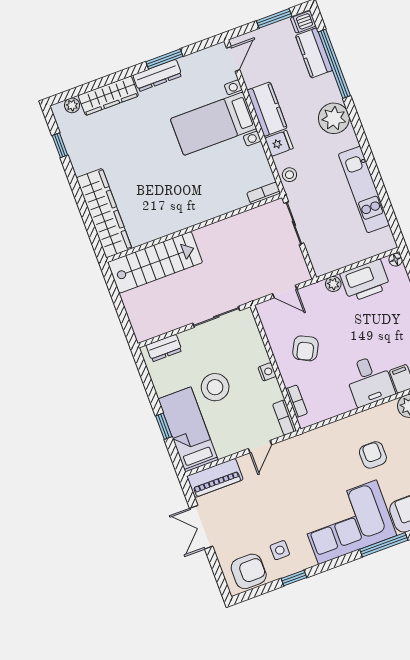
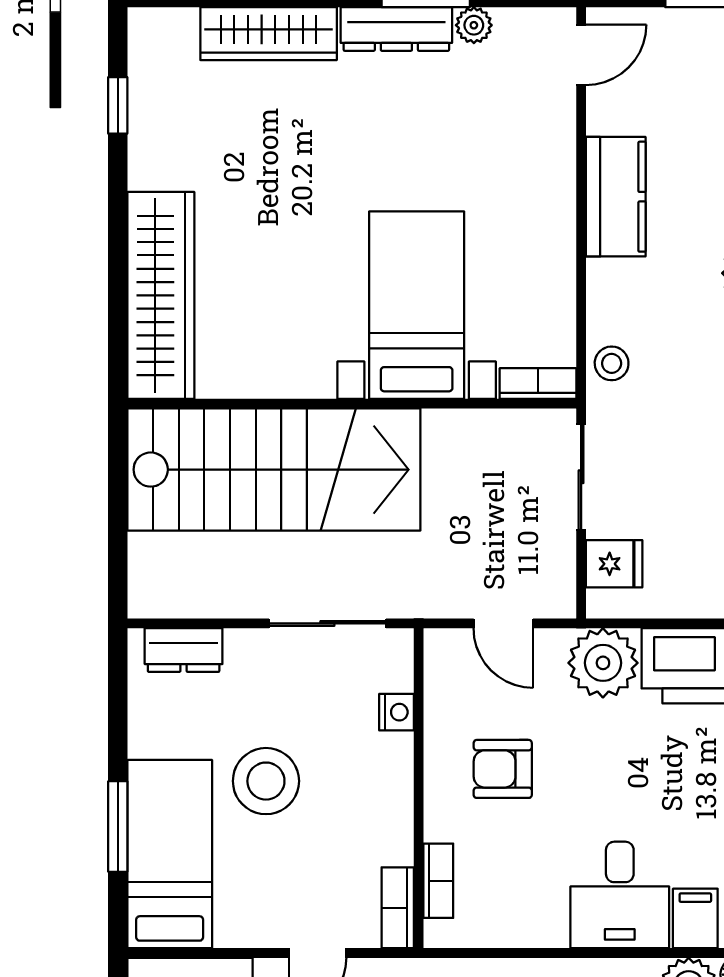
plant: (72, 105) -> (474, 25), moved
bed with nightstands: (213, 124) -> (417, 305), moved, turned 90
fridge: (279, 143) -> (614, 564), moved
stairs: (155, 262) -> (274, 470), width x1.36, depth x1.51
plant: (333, 284) -> (603, 663), width x1.87, depth x1.87
armchair: (305, 348) -> (503, 769), turned 63
nightstand: (267, 372) -> (397, 712), moved
window: (164, 426) -> (118, 826), width x1.50

